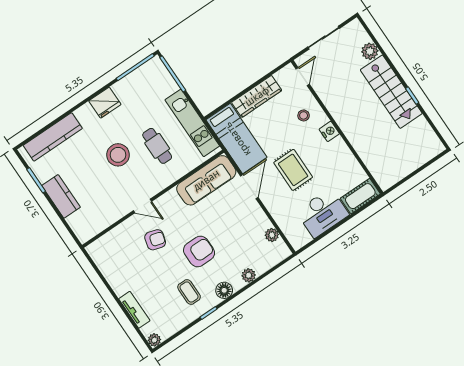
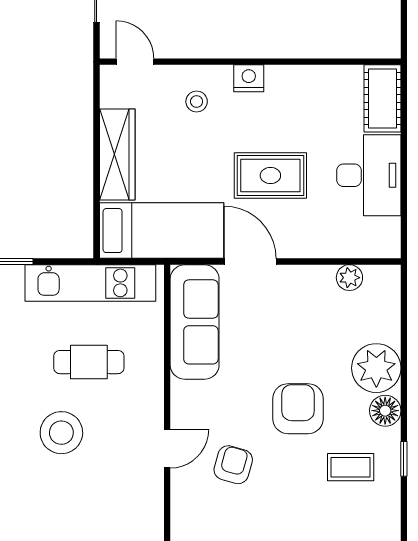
plant: (249, 275) -> (376, 368), width x1.88, depth x1.88

